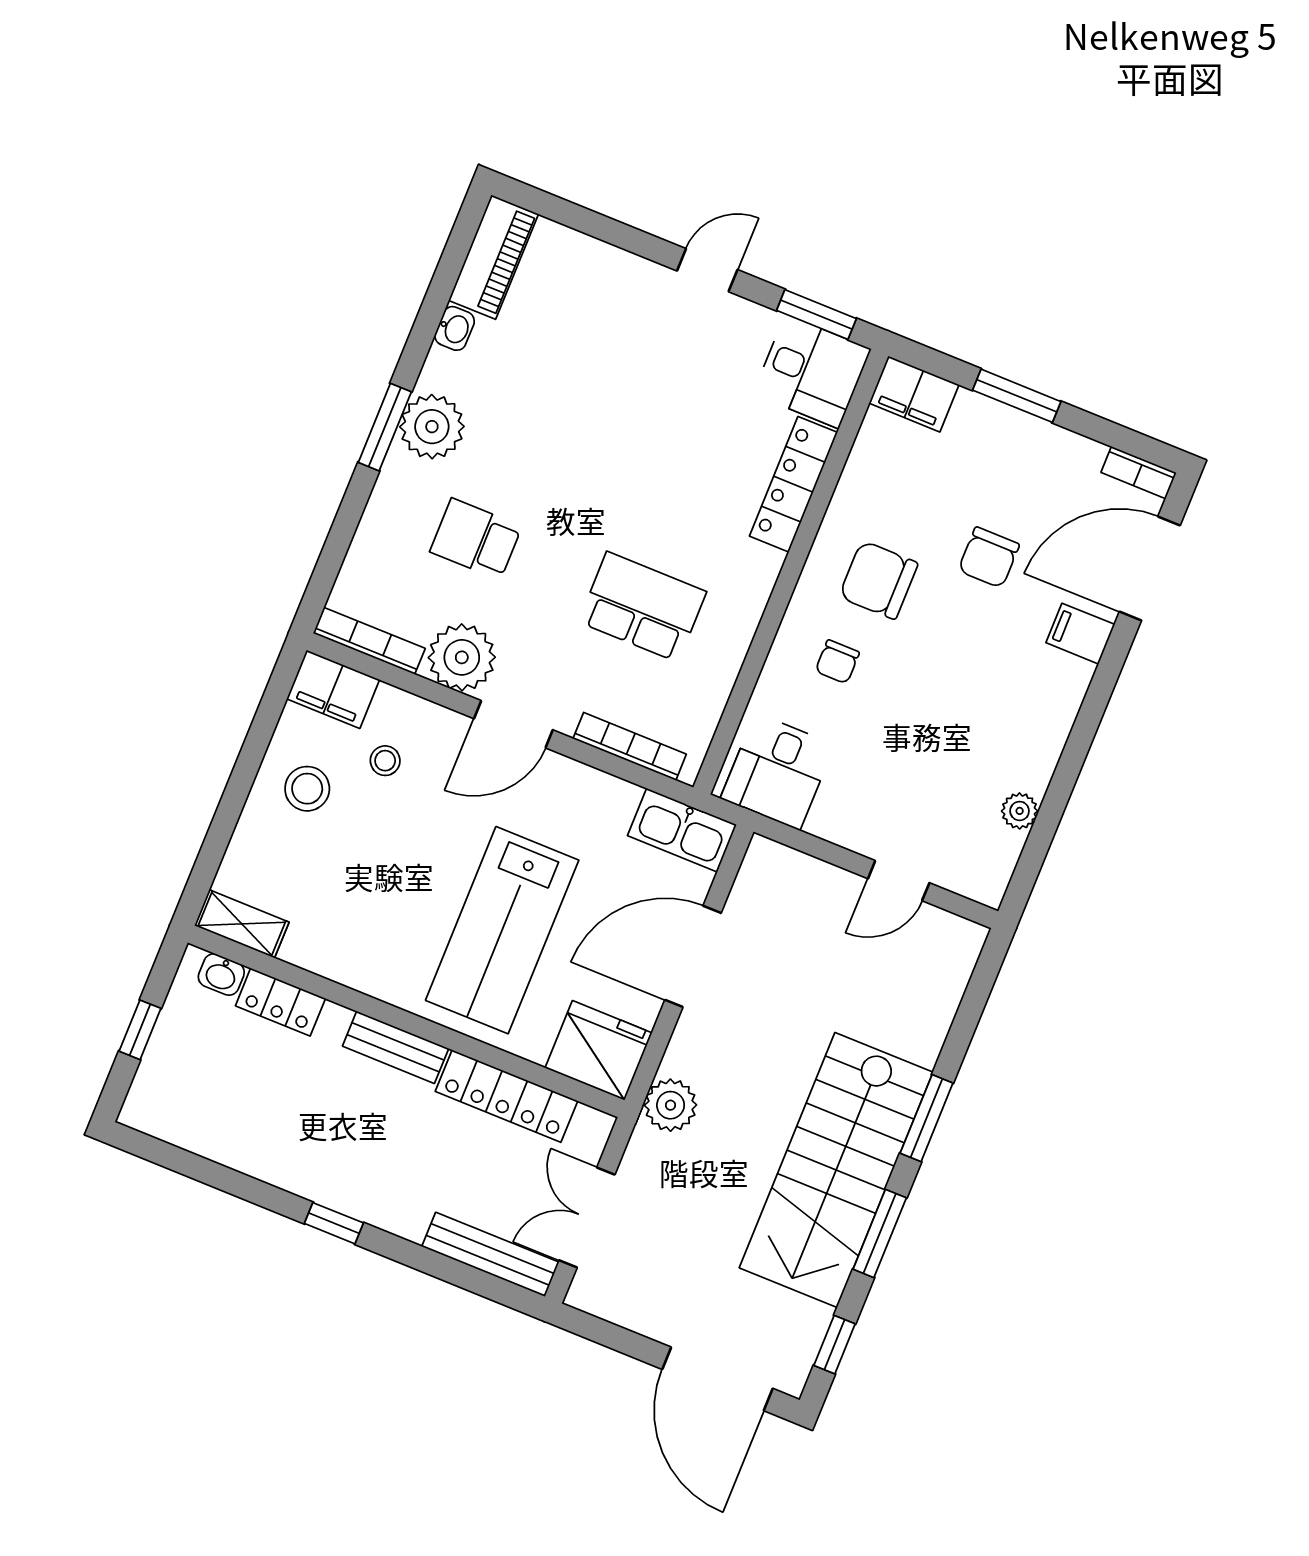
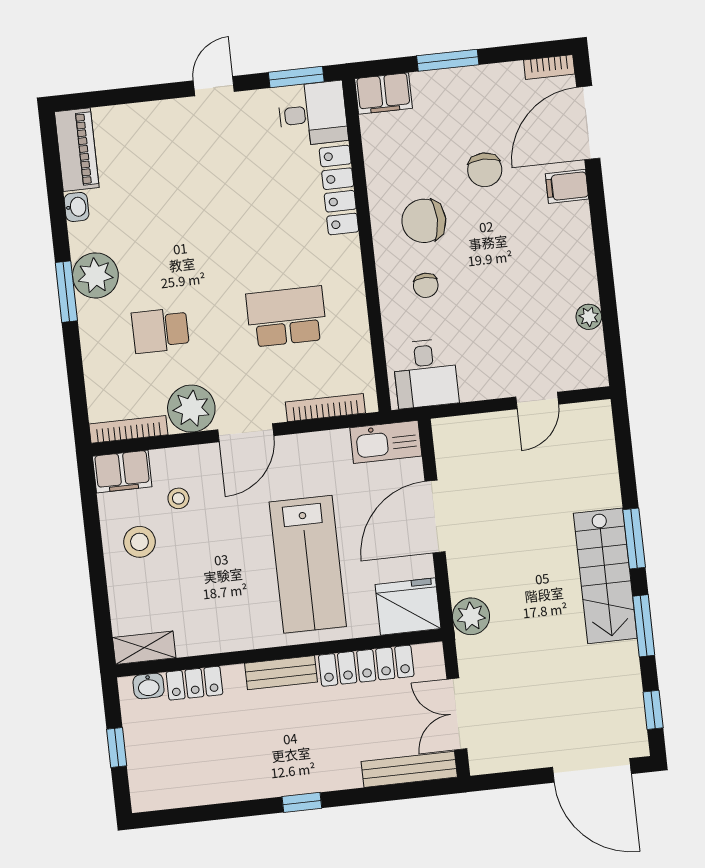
stairs: (836, 1170) -> (605, 576), width x0.73, depth x0.66

